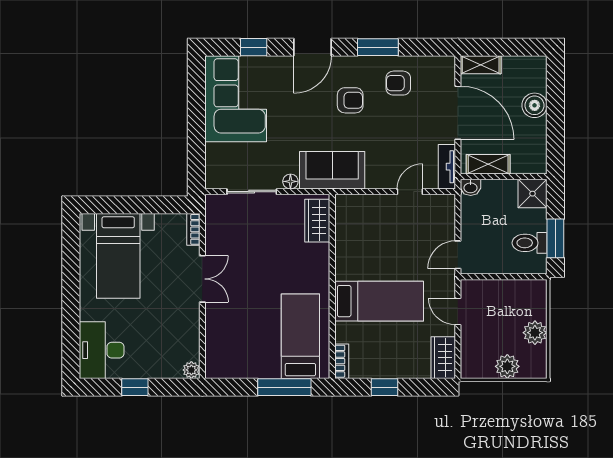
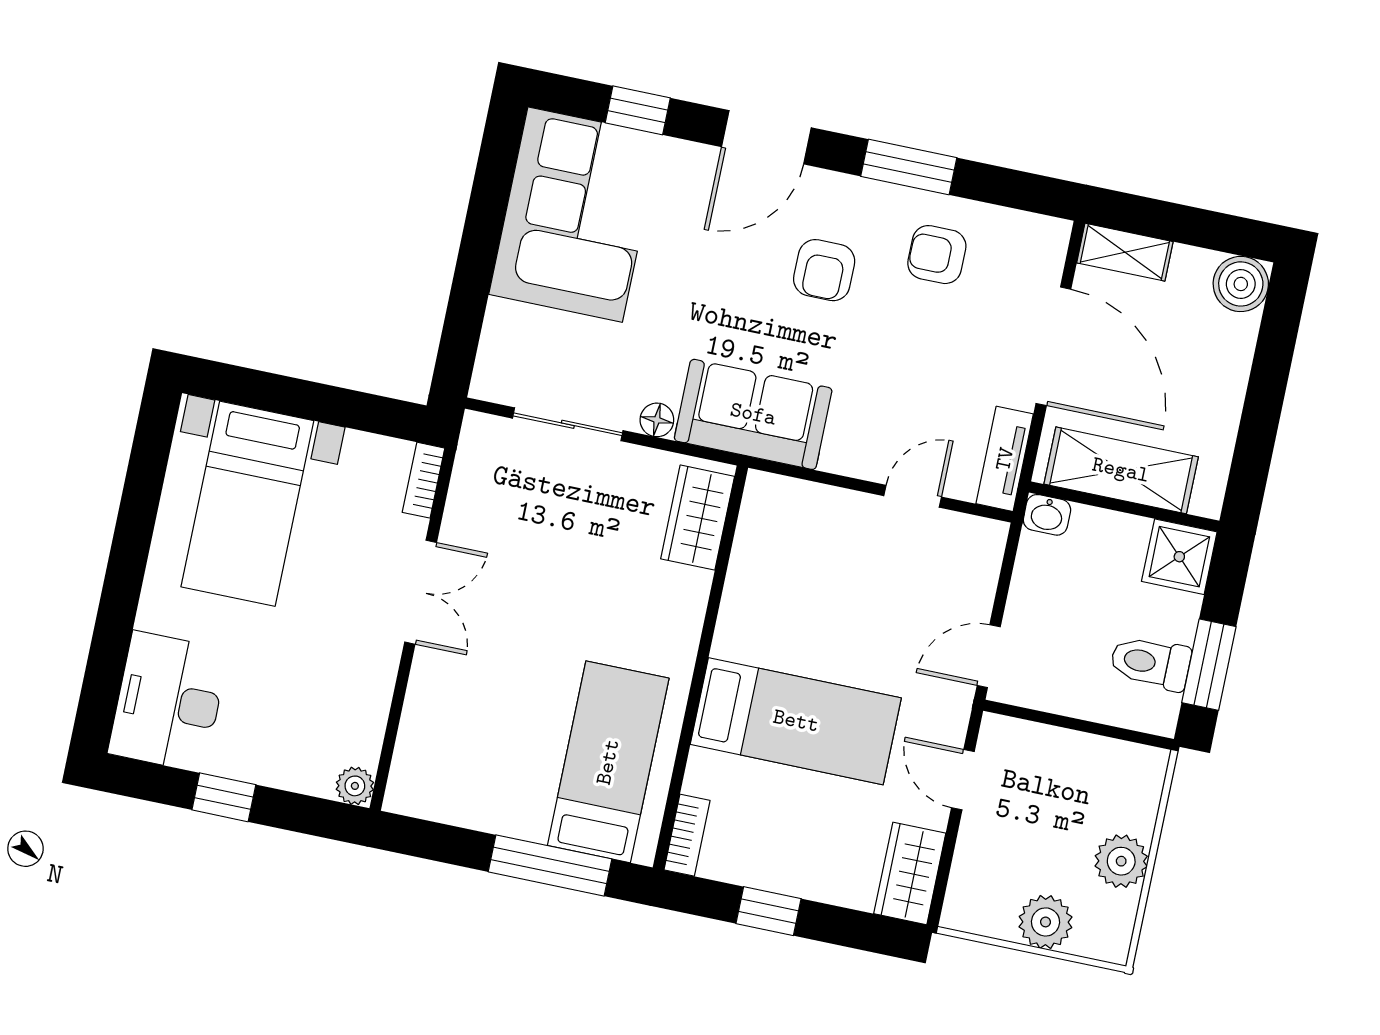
armchair: (350, 100) -> (824, 270), turned 90
boiler: (535, 105) -> (1241, 284), moved
shelving: (488, 164) -> (1121, 470), width x1.50, depth x1.33

